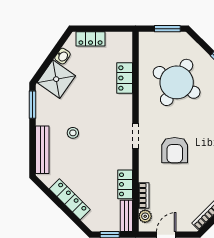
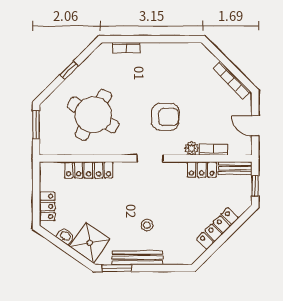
locker: (125, 78) -> (89, 170), width x1.53
bench: (42, 150) -> (137, 258), moved
plant: (145, 216) -> (192, 148), moved

